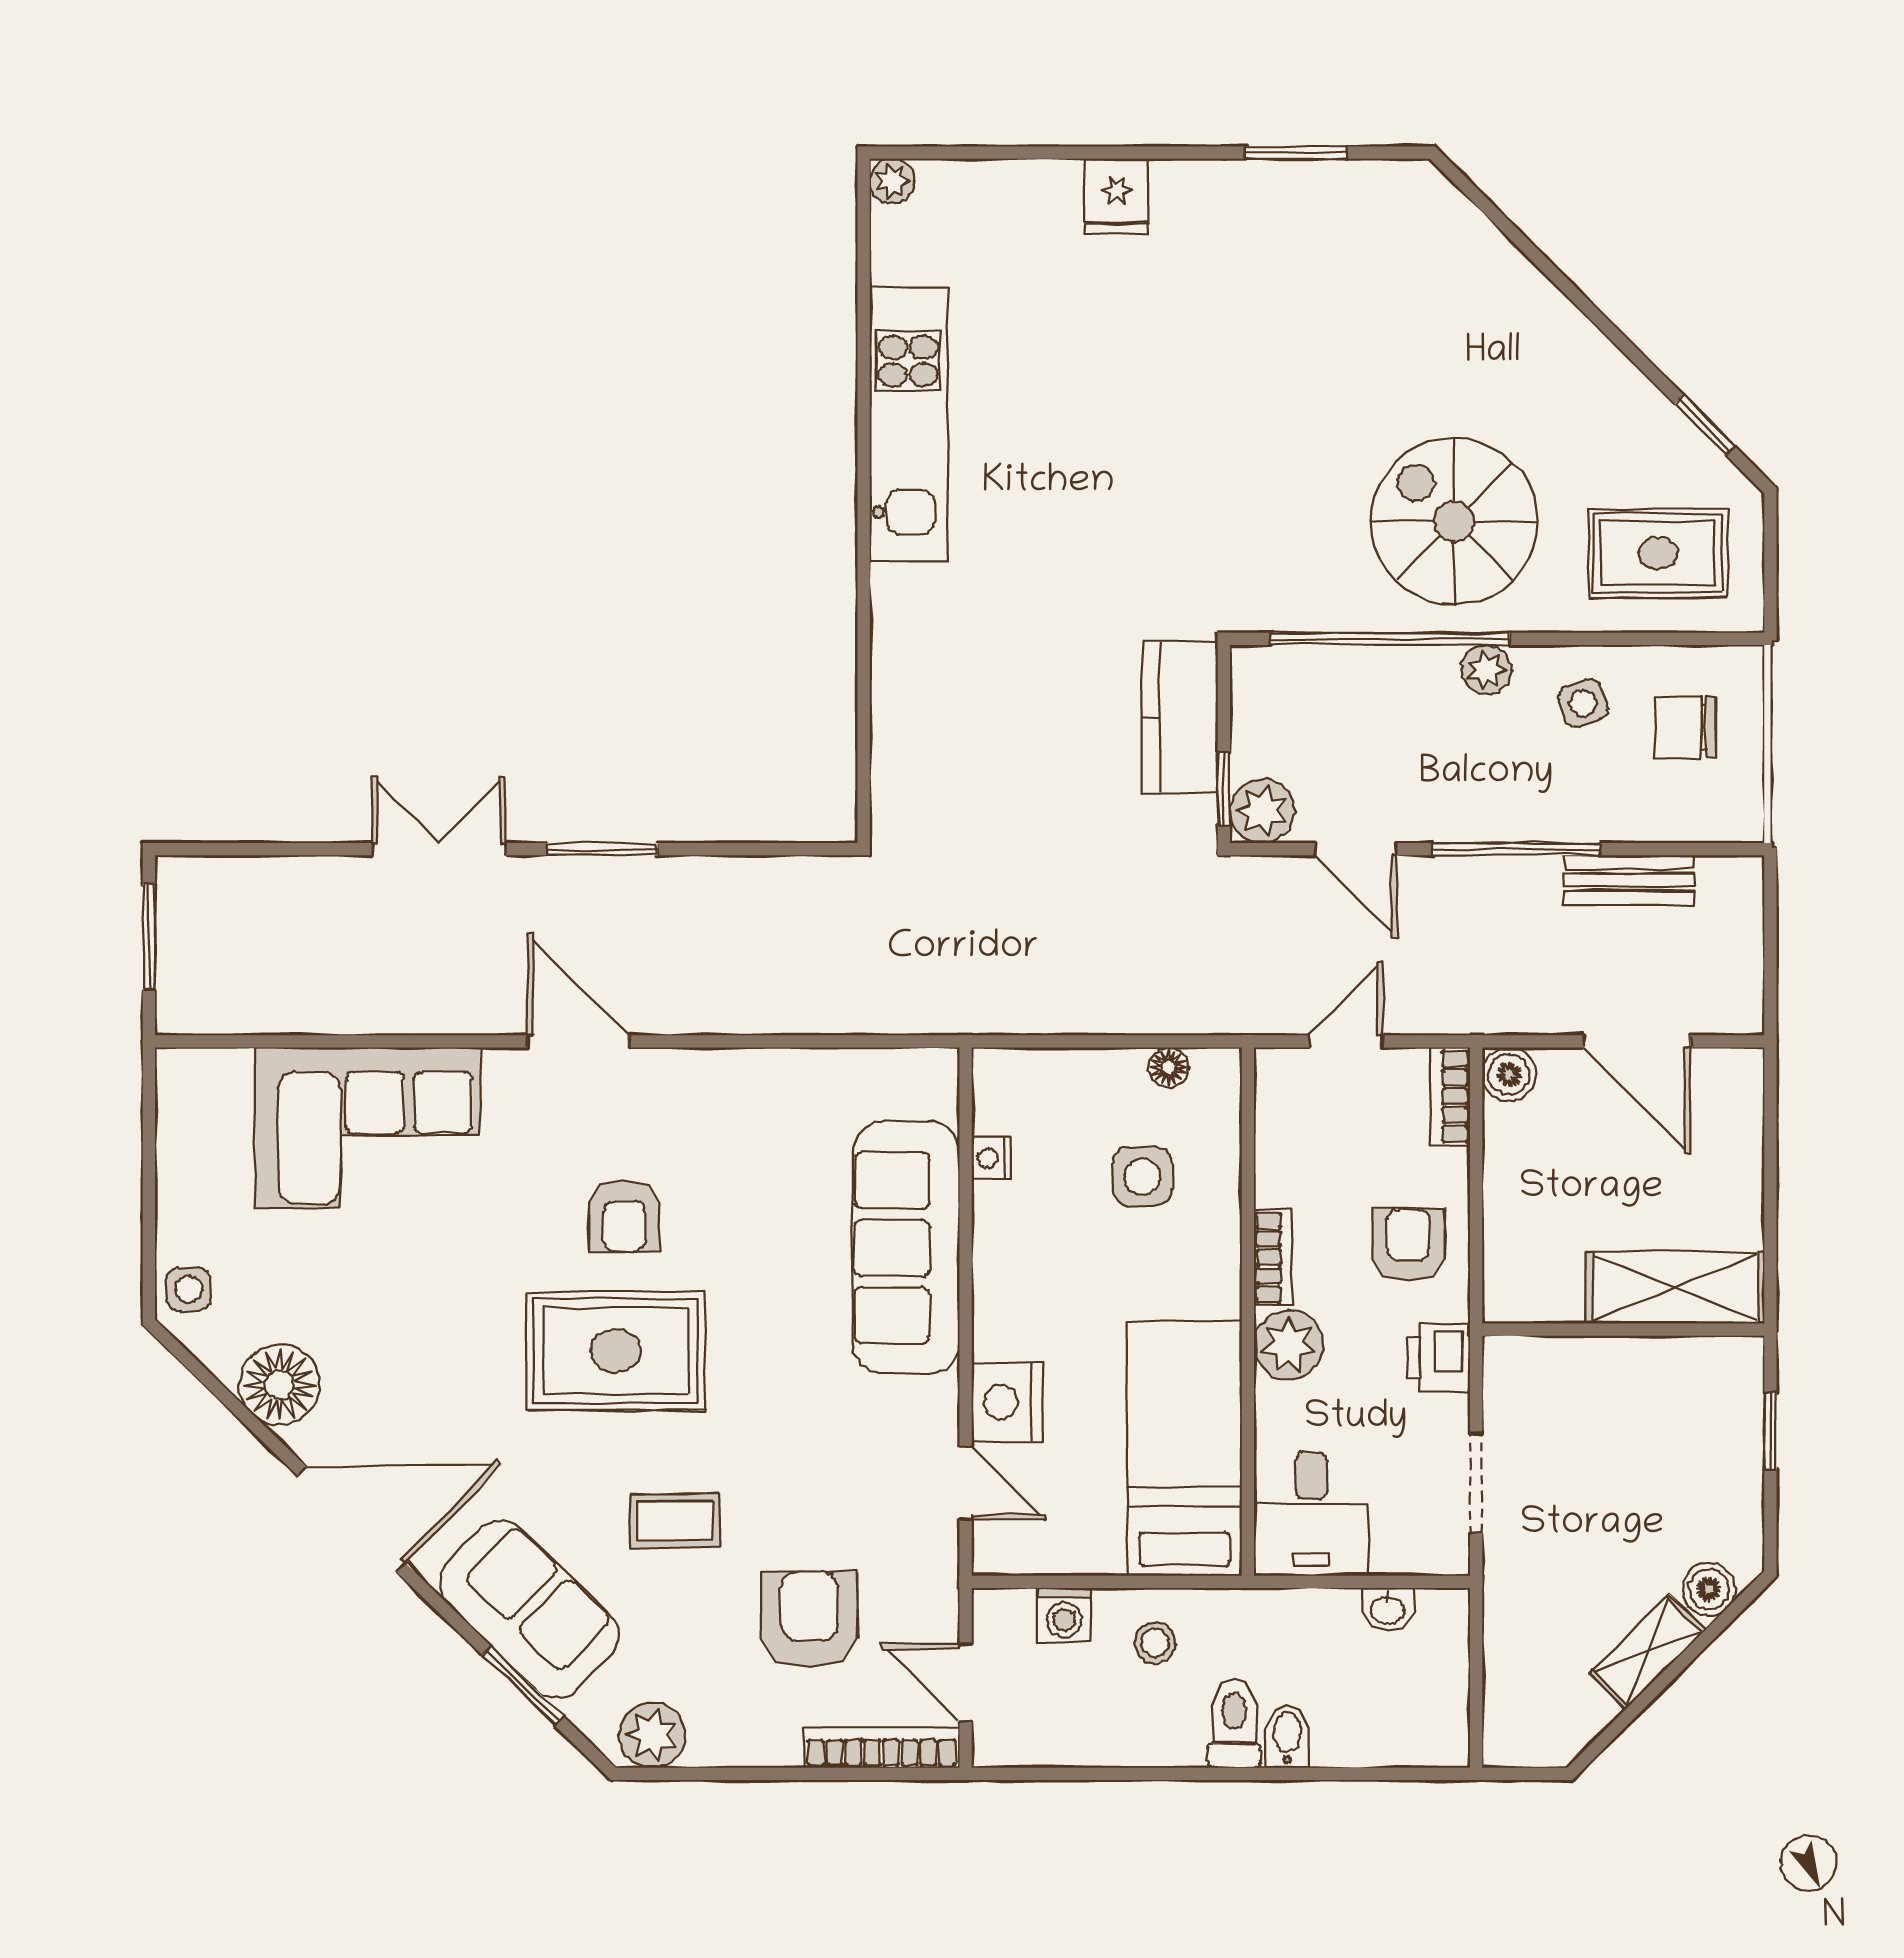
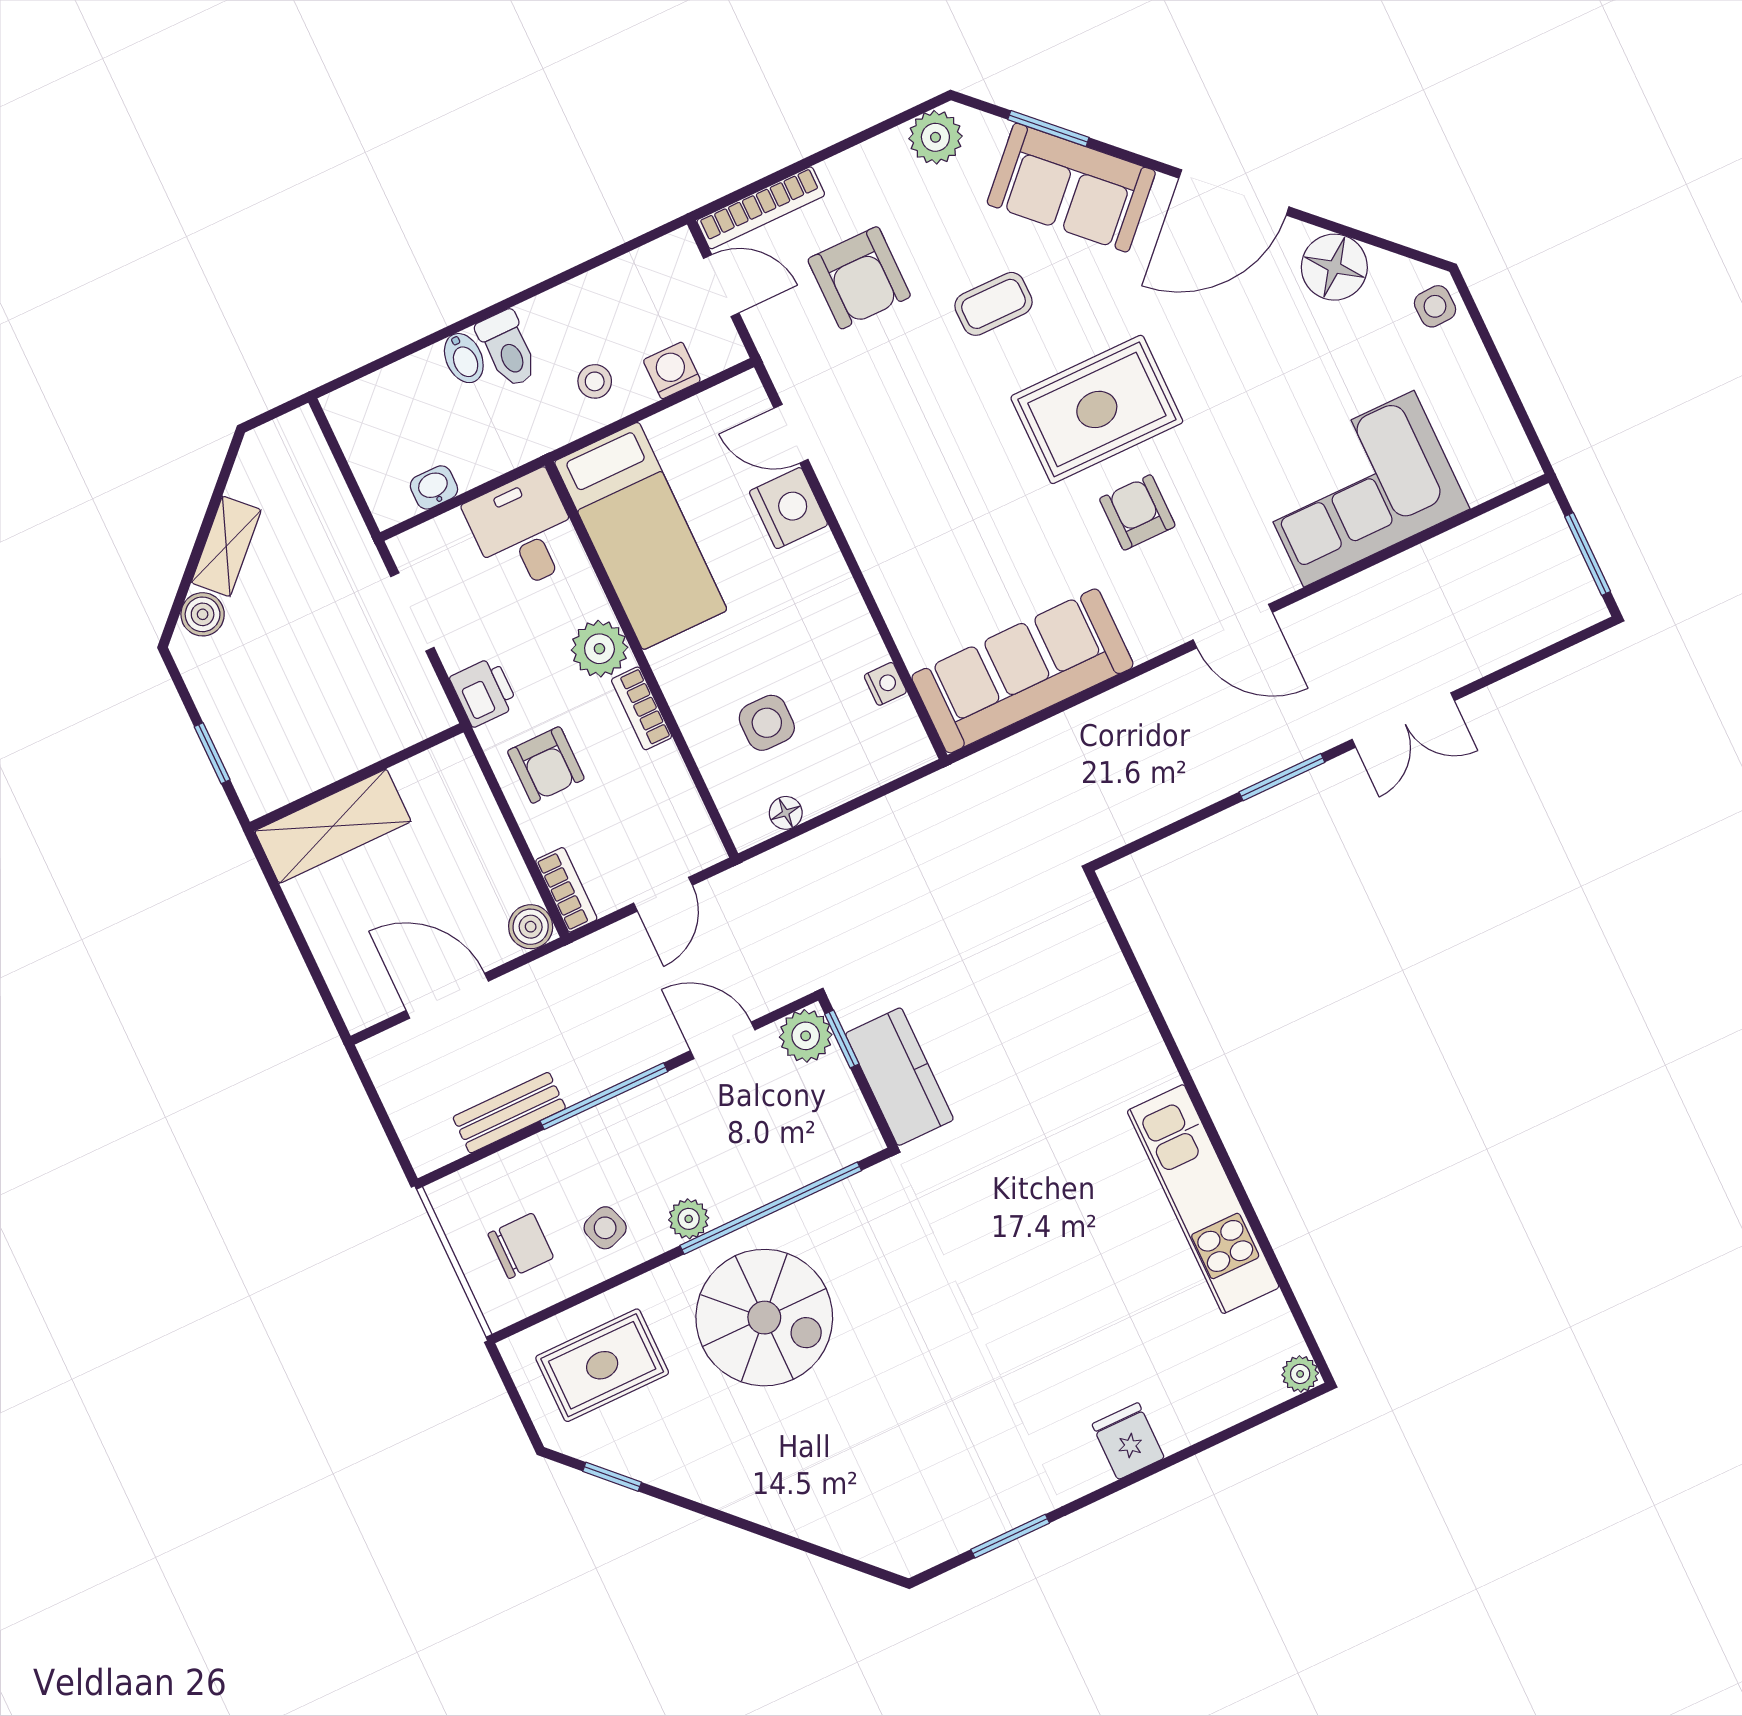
sofa: (906, 1248) -> (1022, 671), moved, turned -90

